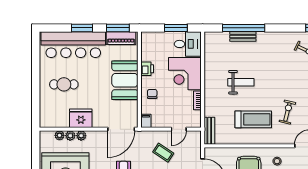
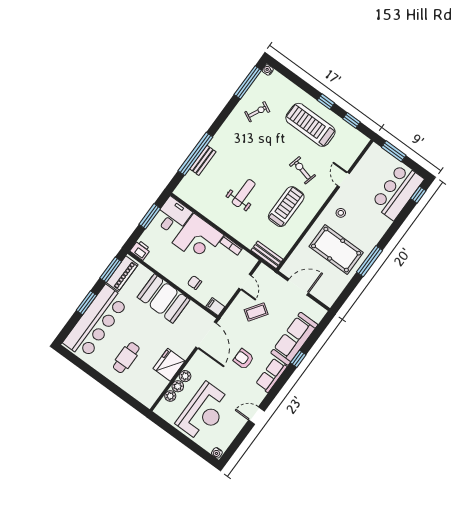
printer: (147, 69) -> (140, 250), moved

